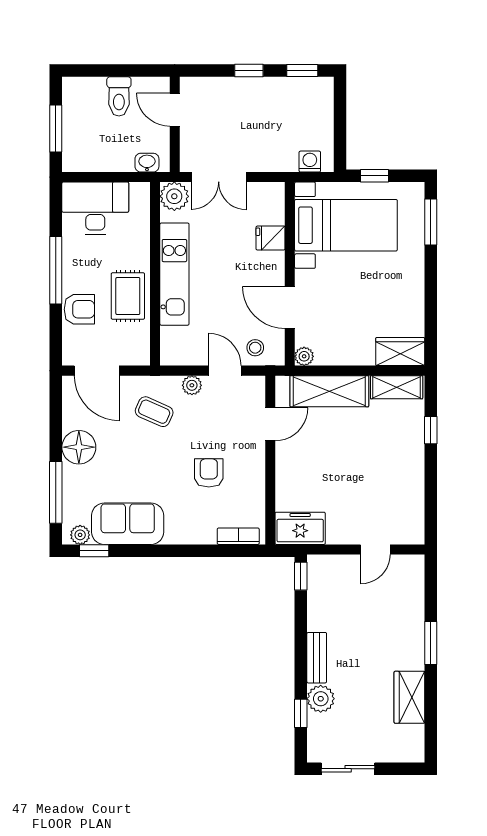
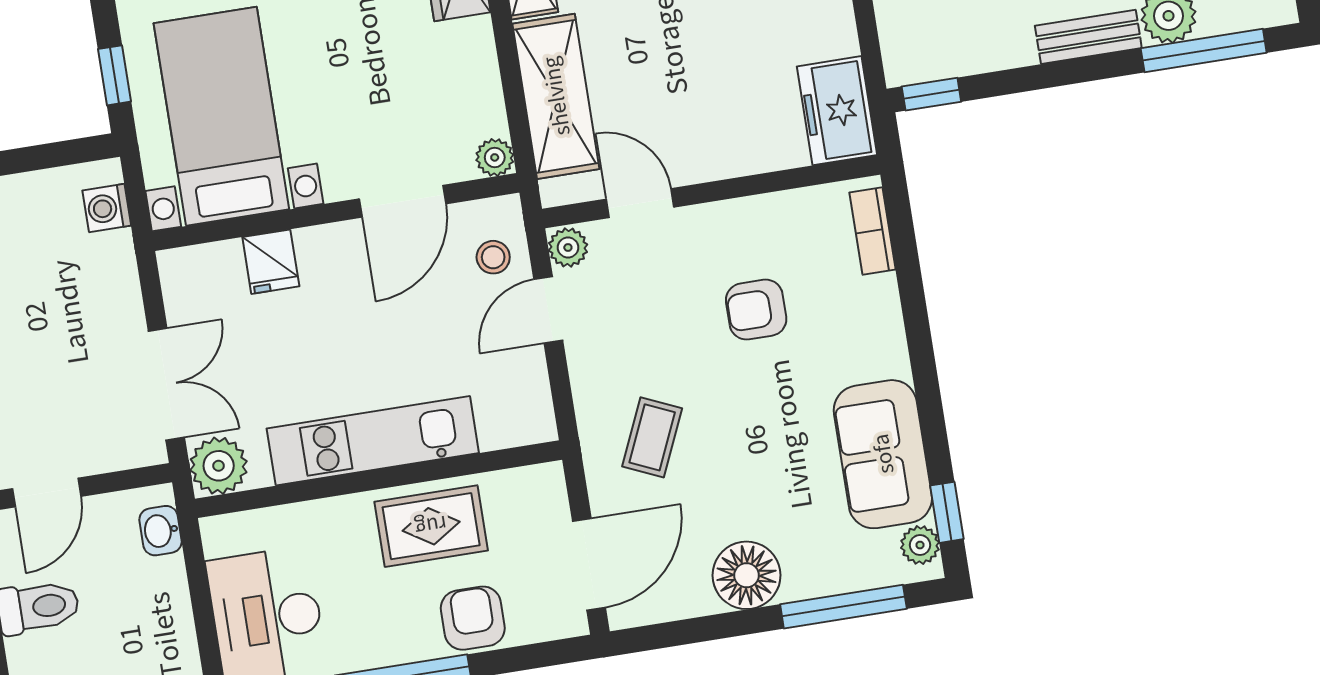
plant: (192, 385) -> (568, 247), moved
window: (301, 713) -> (1204, 51), width x2.17

